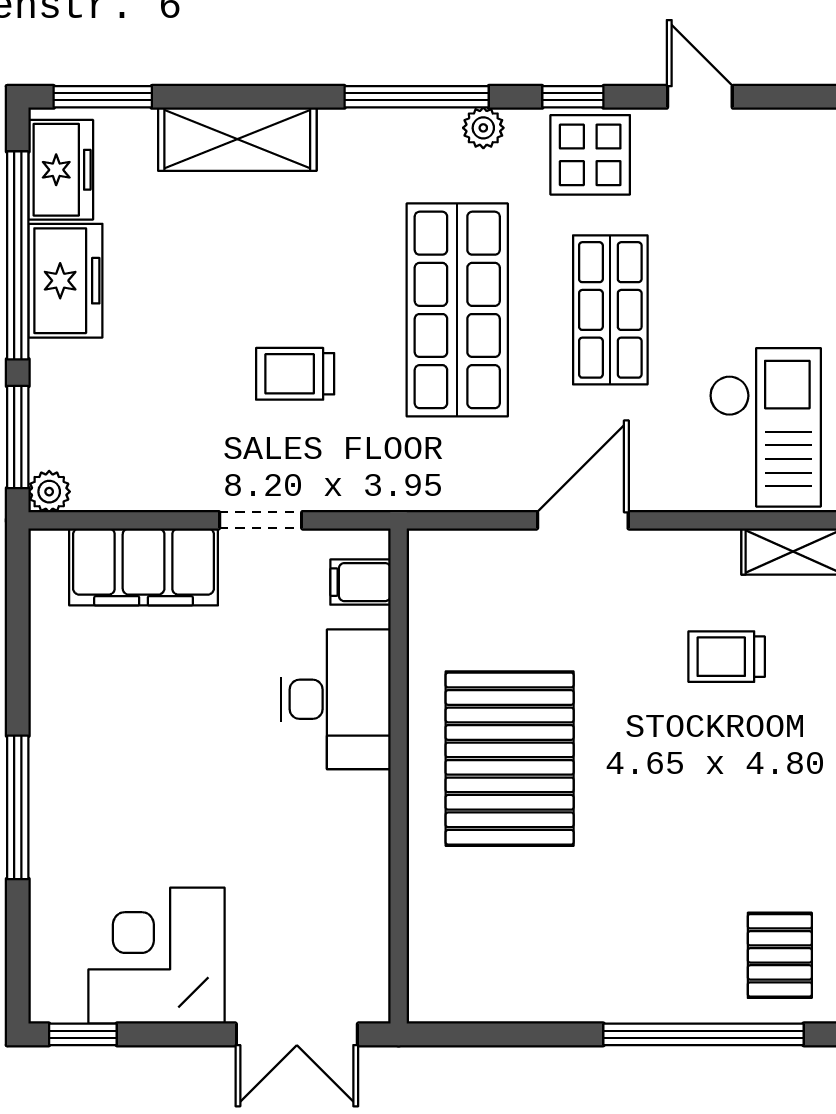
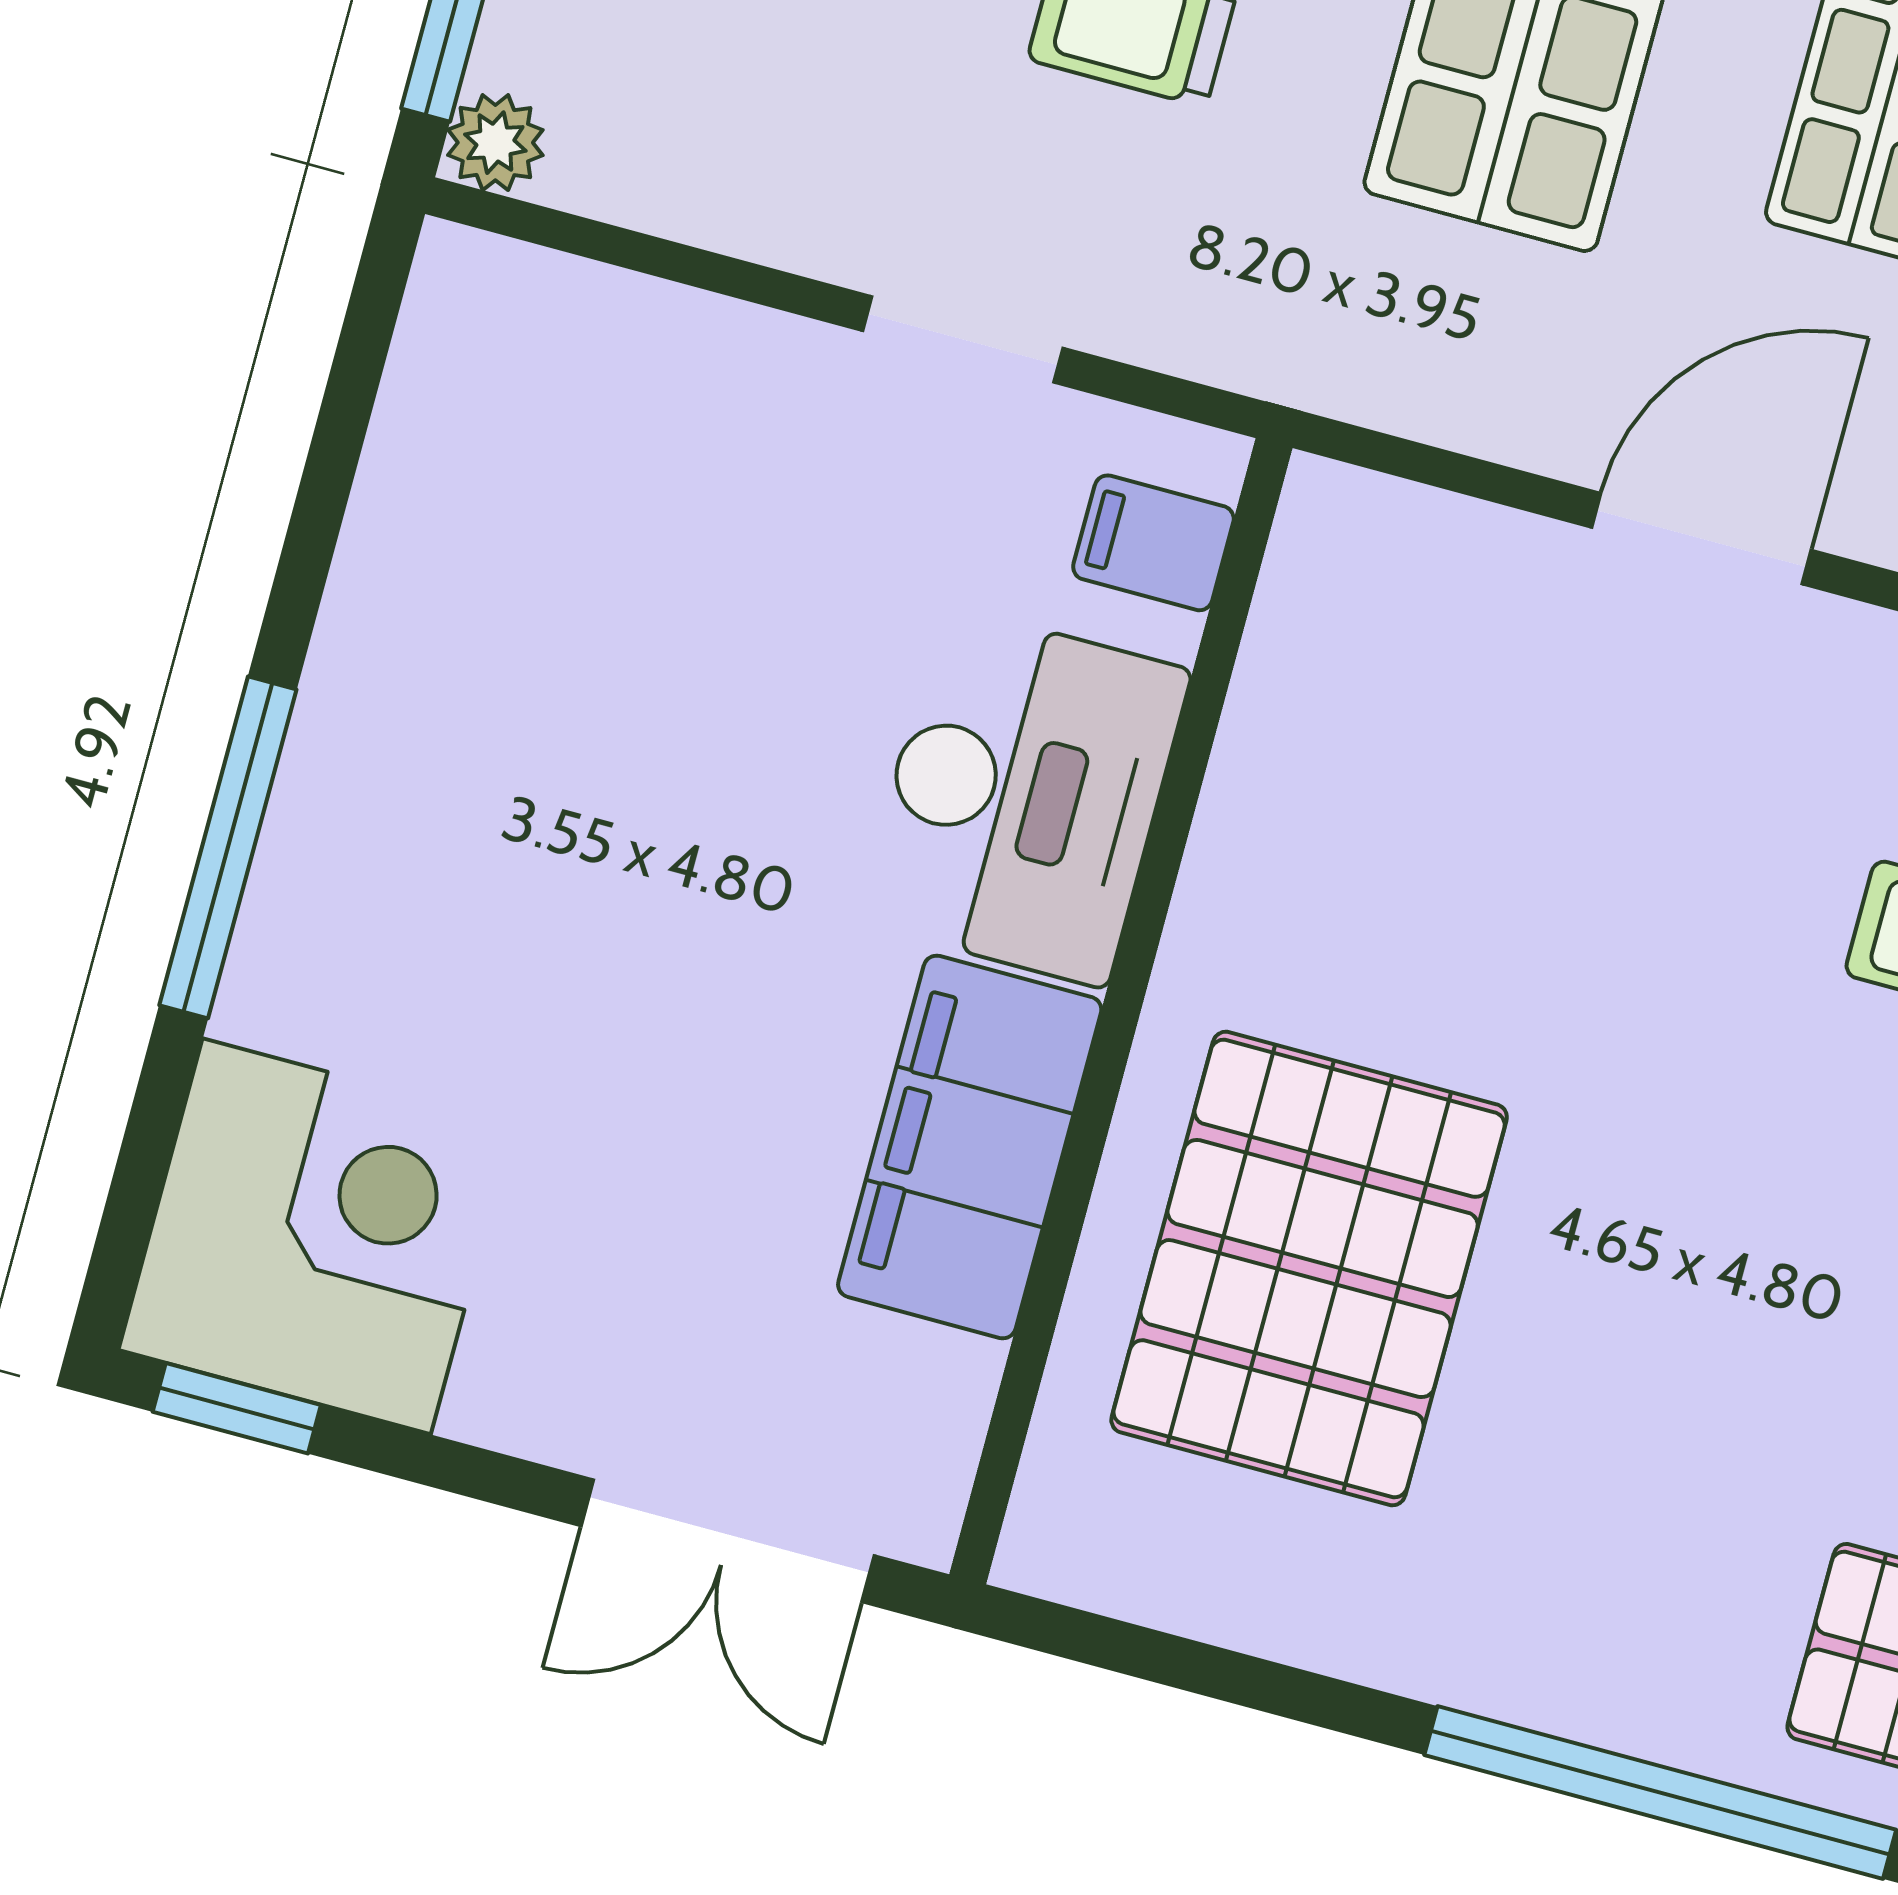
filing cabinet: (144, 567) -> (970, 1147), moved, turned 90
pallet: (510, 759) -> (1309, 1269), moved
corner desk: (157, 956) -> (317, 1236), moved, turned 90

